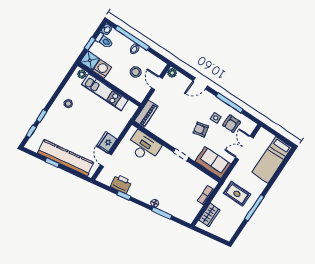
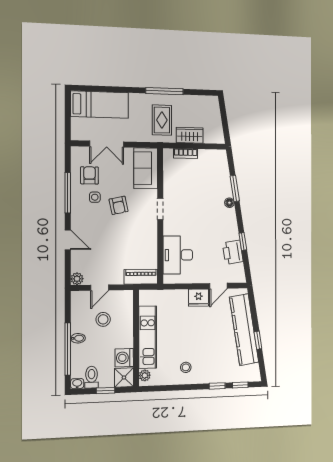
armchair: (232, 124) -> (90, 175), turned -90
wardrobe: (210, 215) -> (190, 135), moved

